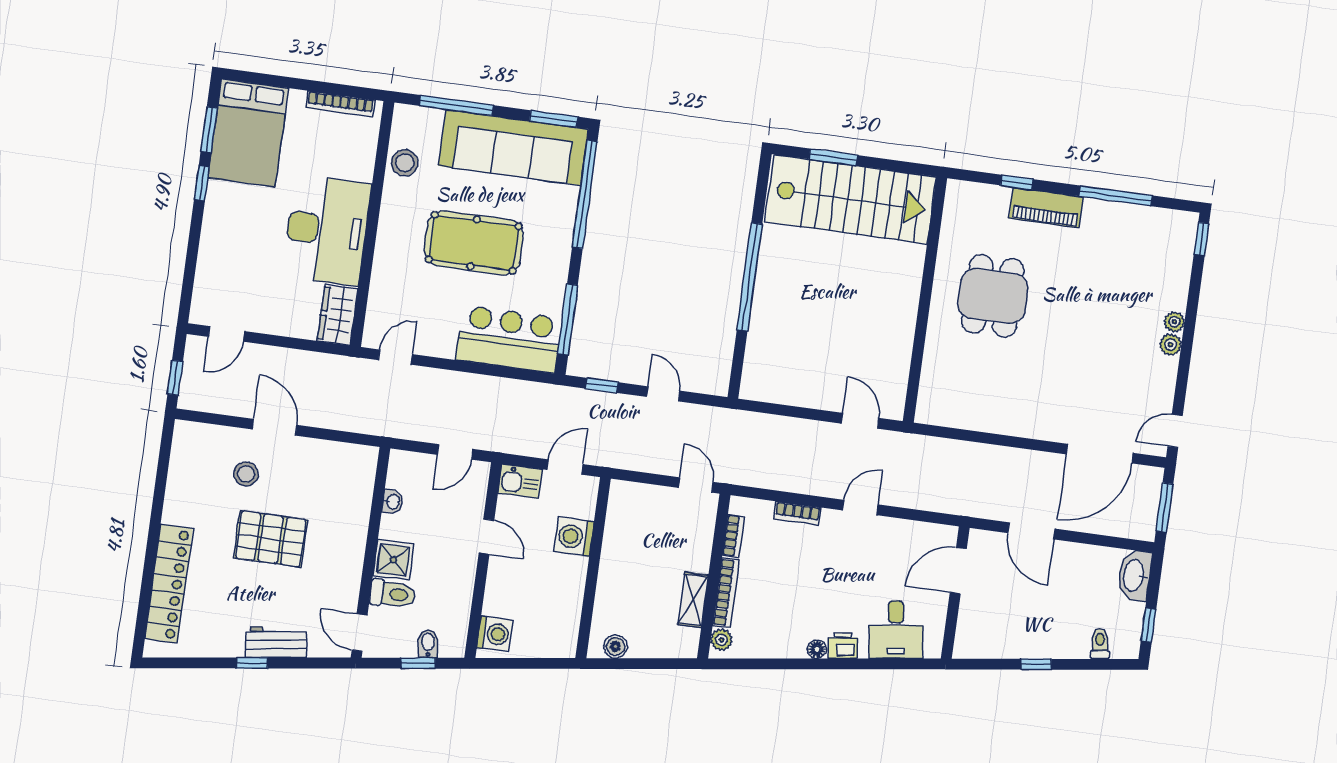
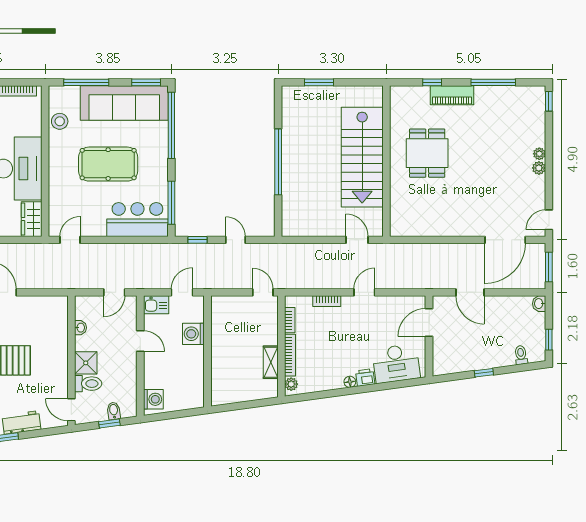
stairs: (851, 199) -> (362, 157), moved, turned 90
washbasin: (1134, 576) -> (539, 304), width x0.52, depth x0.69
desk: (896, 630) -> (396, 364), width x1.37
boiler: (616, 646) -> (228, 397), removed

